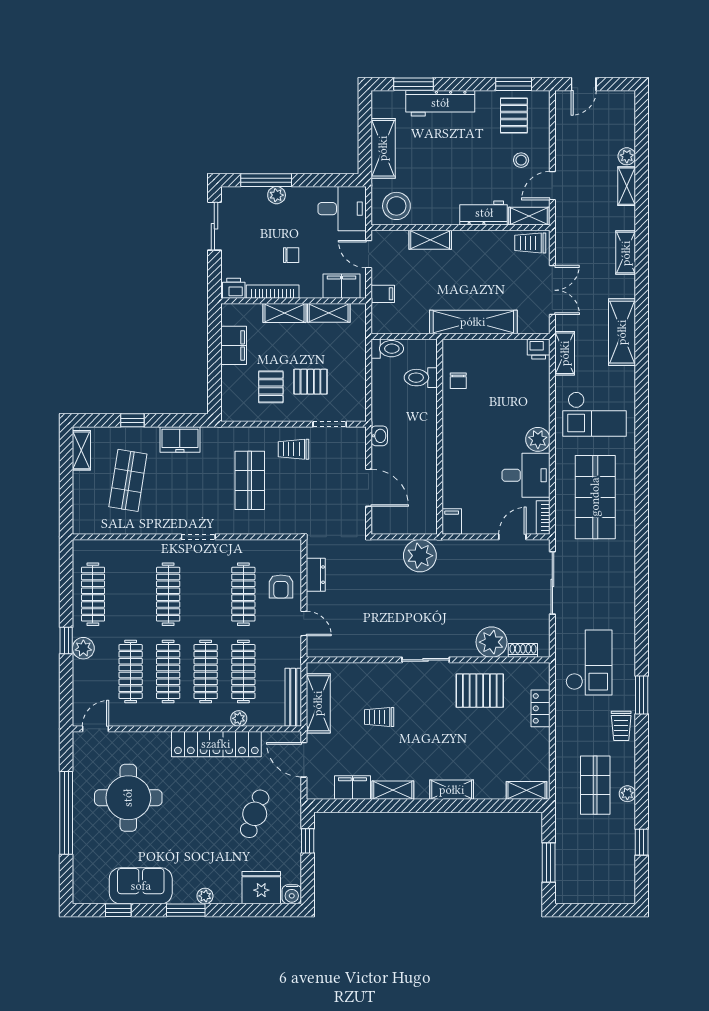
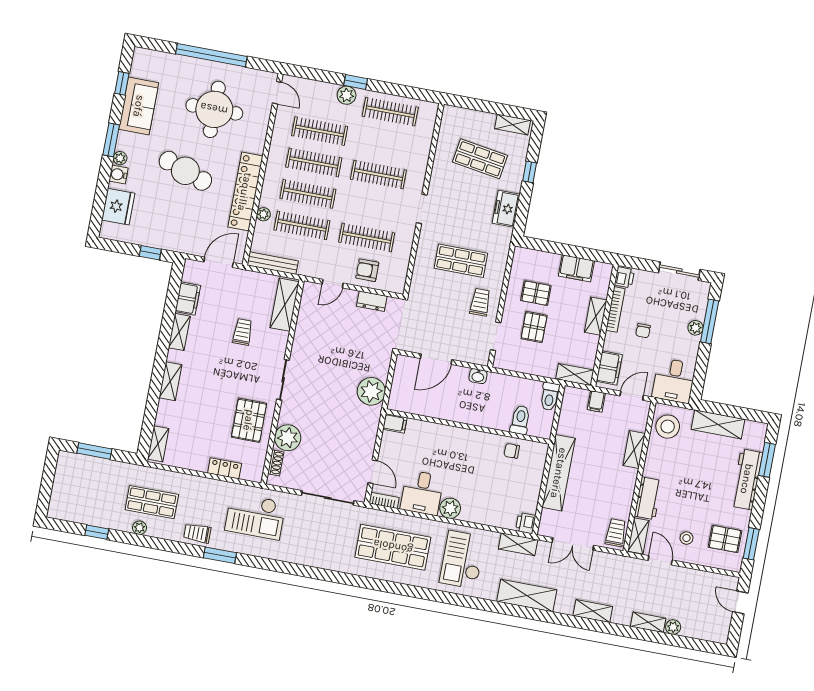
shelving: (329, 313) -> (575, 375), moved, turned 90
shelving: (318, 703) -> (285, 305), moved, turned 90
cafe table: (255, 814) -> (185, 171), moved, width x1.37, depth x1.35
water cooler: (292, 894) -> (119, 174), moved

